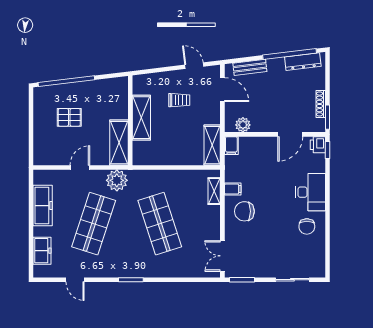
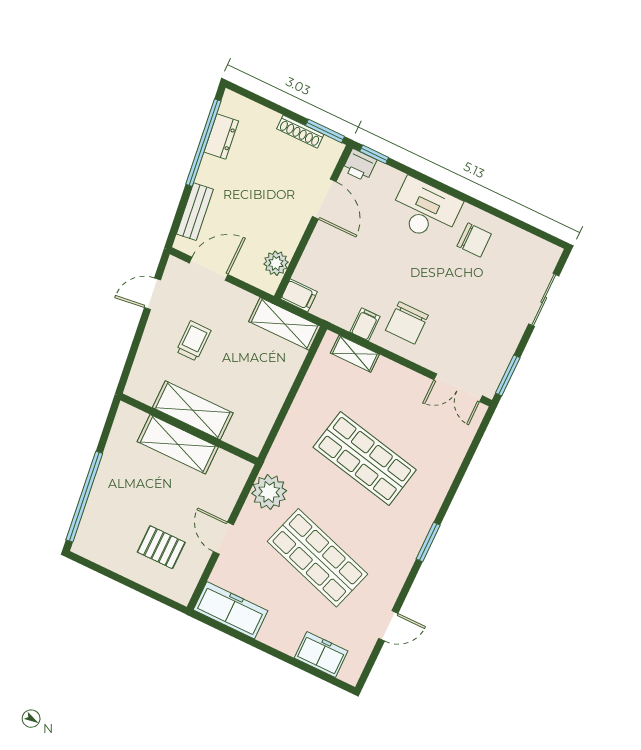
dresser: (303, 62) -> (221, 137), width x0.70
pallet: (69, 117) -> (161, 547), moved, turned 90
shelving: (119, 143) -> (178, 444), moved
freezer: (43, 206) -> (231, 610), moved
shop shelf: (160, 224) -> (365, 459), turned 30

